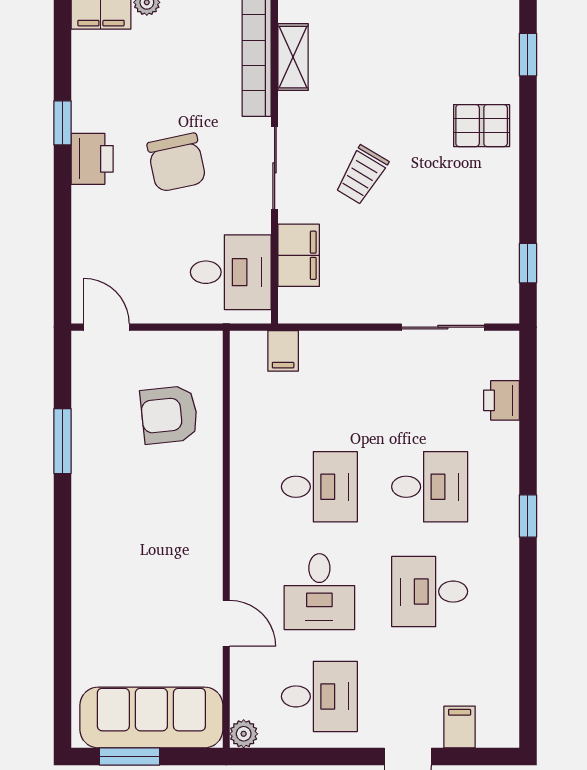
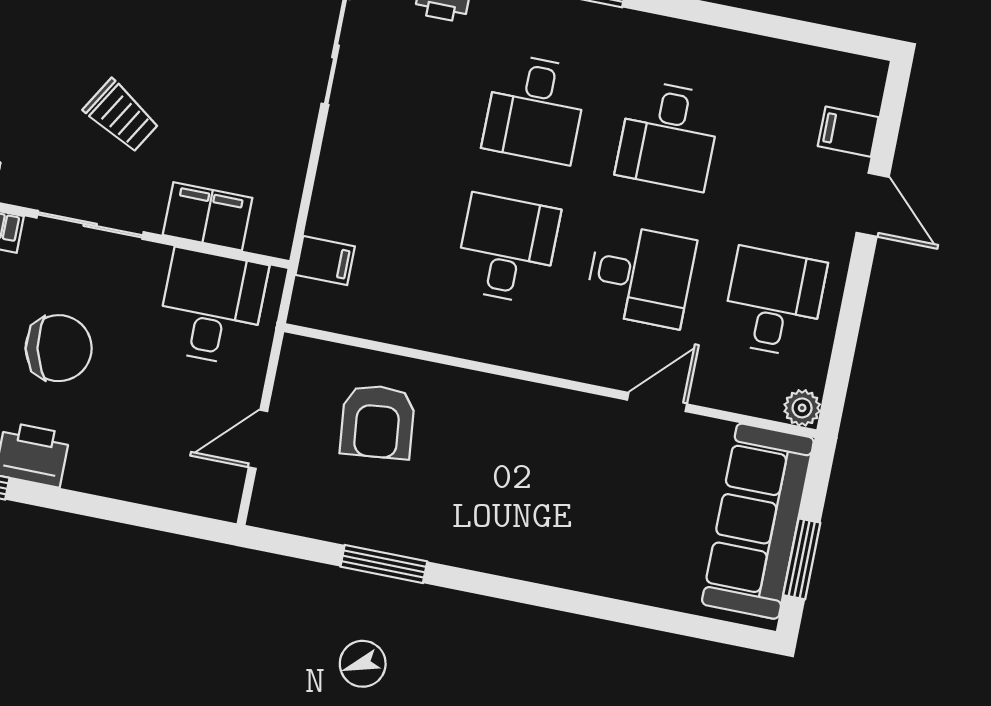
door: (107, 327) -> (258, 439), moved
desk: (430, 487) -> (535, 109), turned 180

